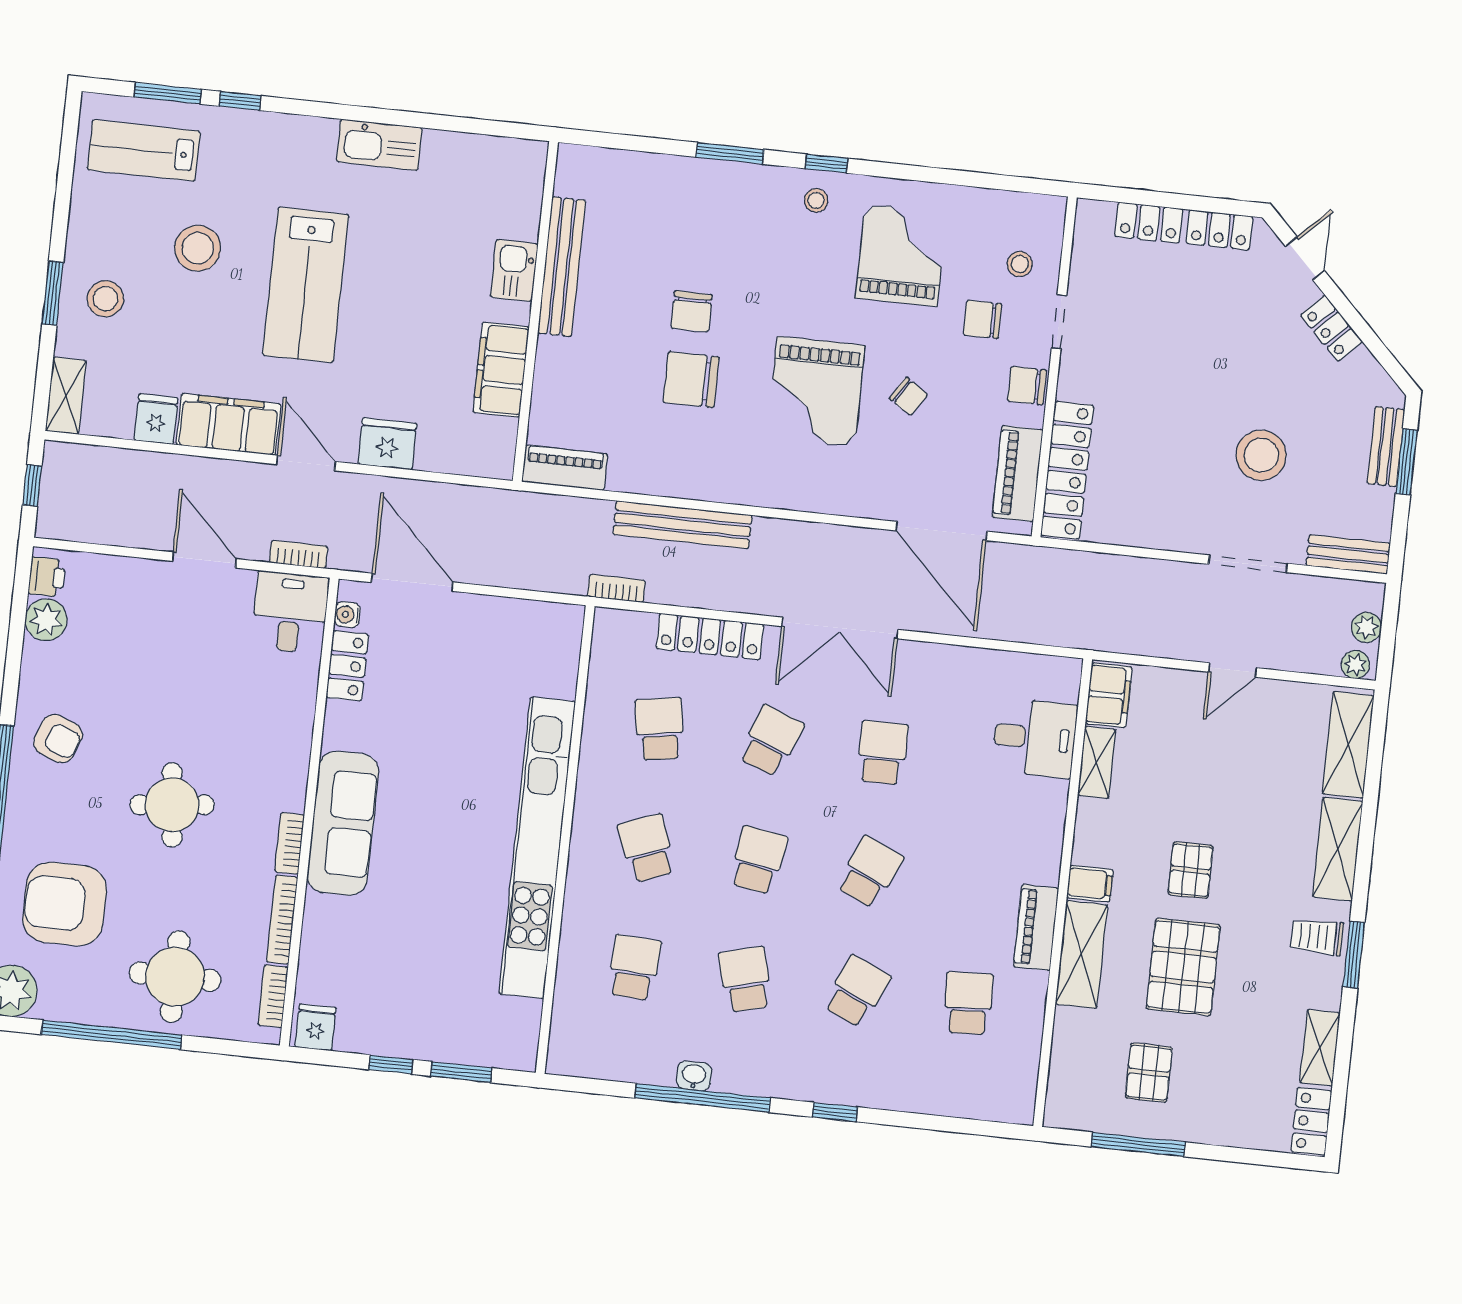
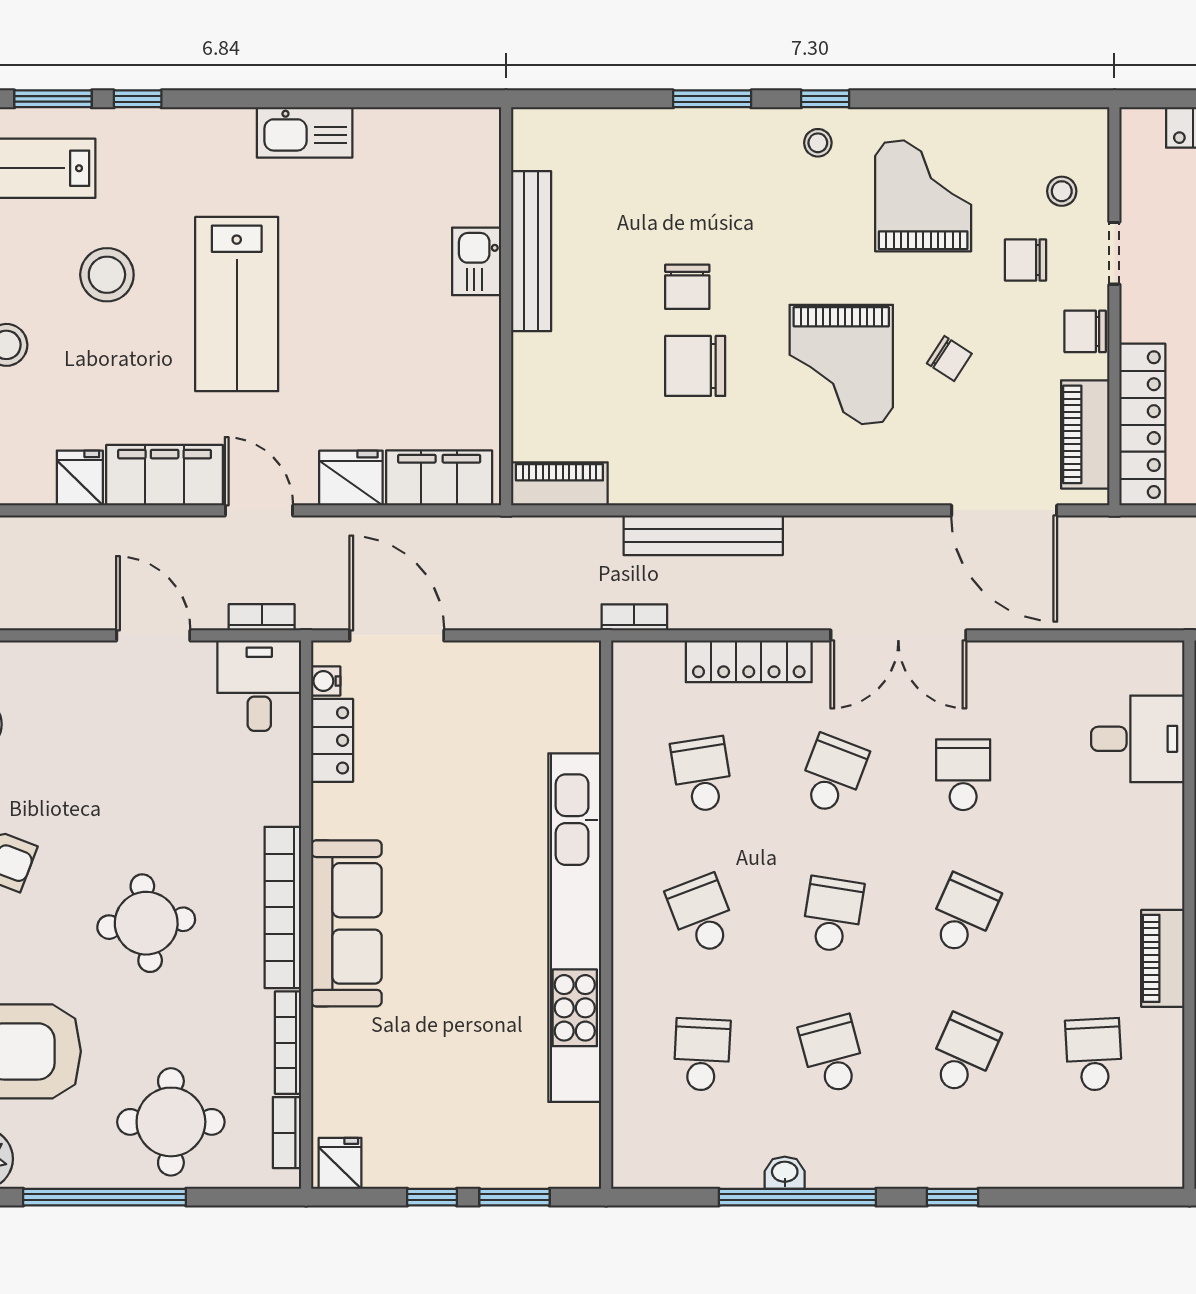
filing cabinet: (501, 370) -> (439, 478), moved, turned 90
bookcase: (290, 843) -> (283, 907), width x2.31, depth x1.31

